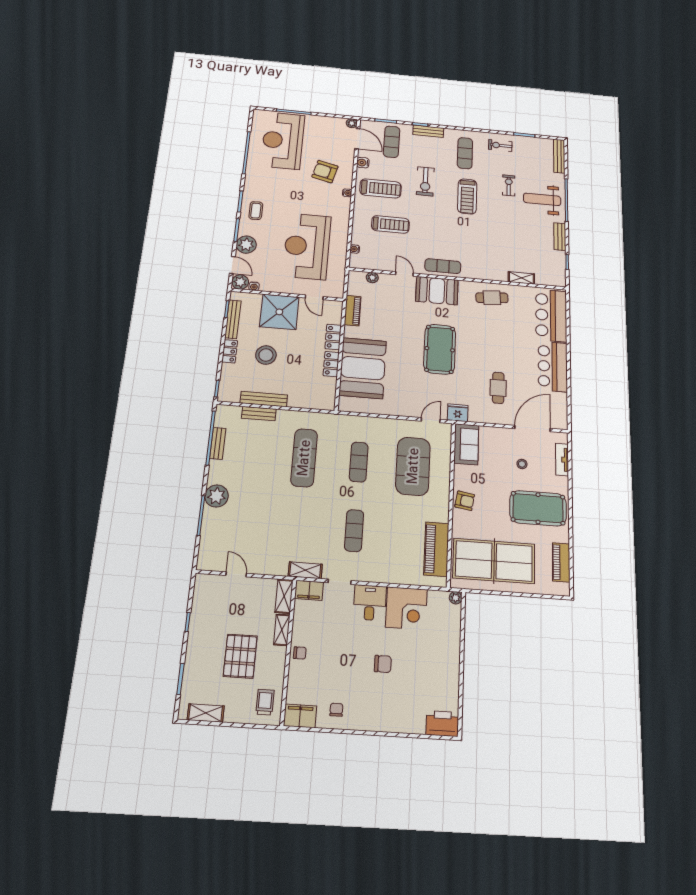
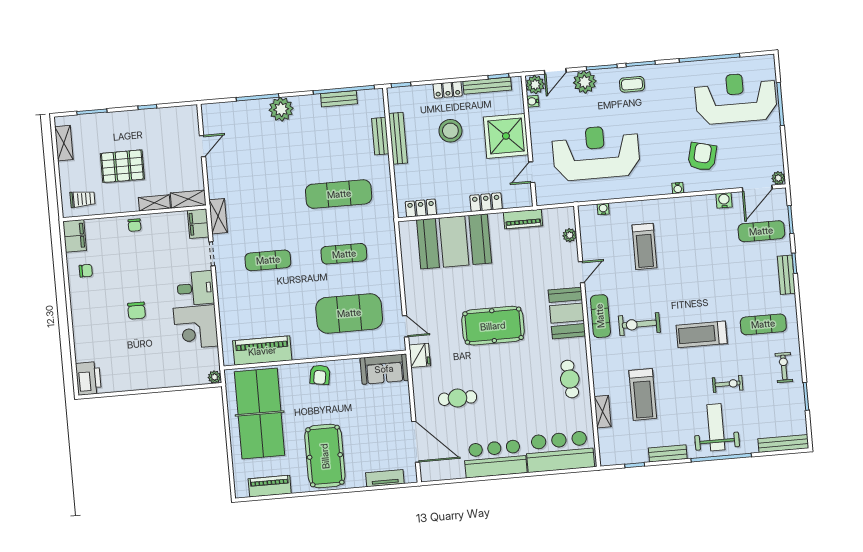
exercise bike: (425, 181) -> (639, 324), moved
treadmill: (380, 188) -> (643, 394), moved
locker: (331, 364) -> (421, 208), moved
stool: (522, 464) -> (372, 434), removed

